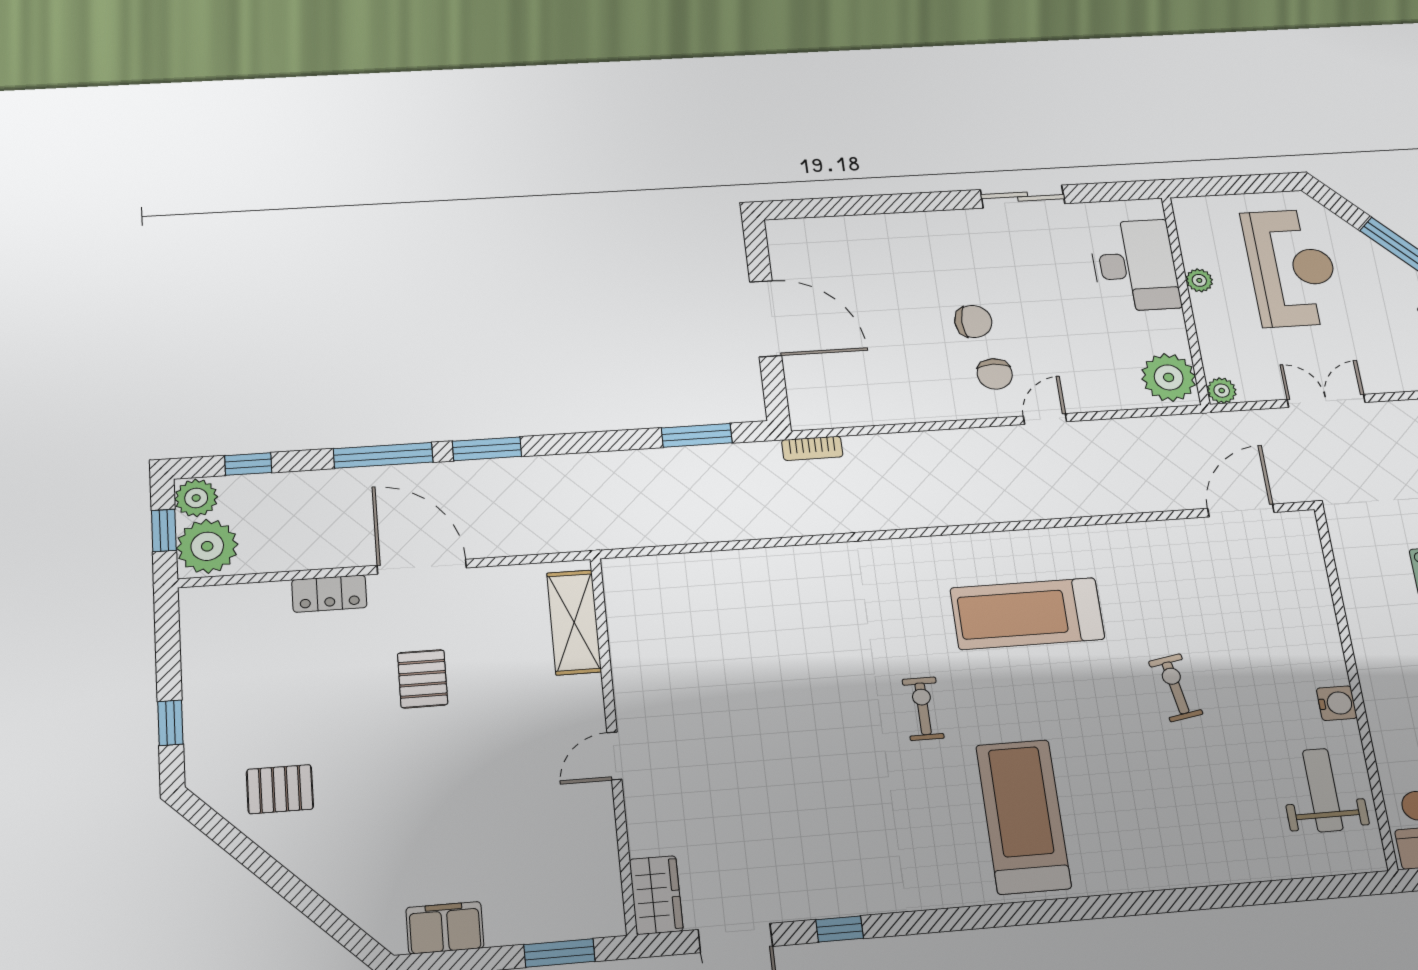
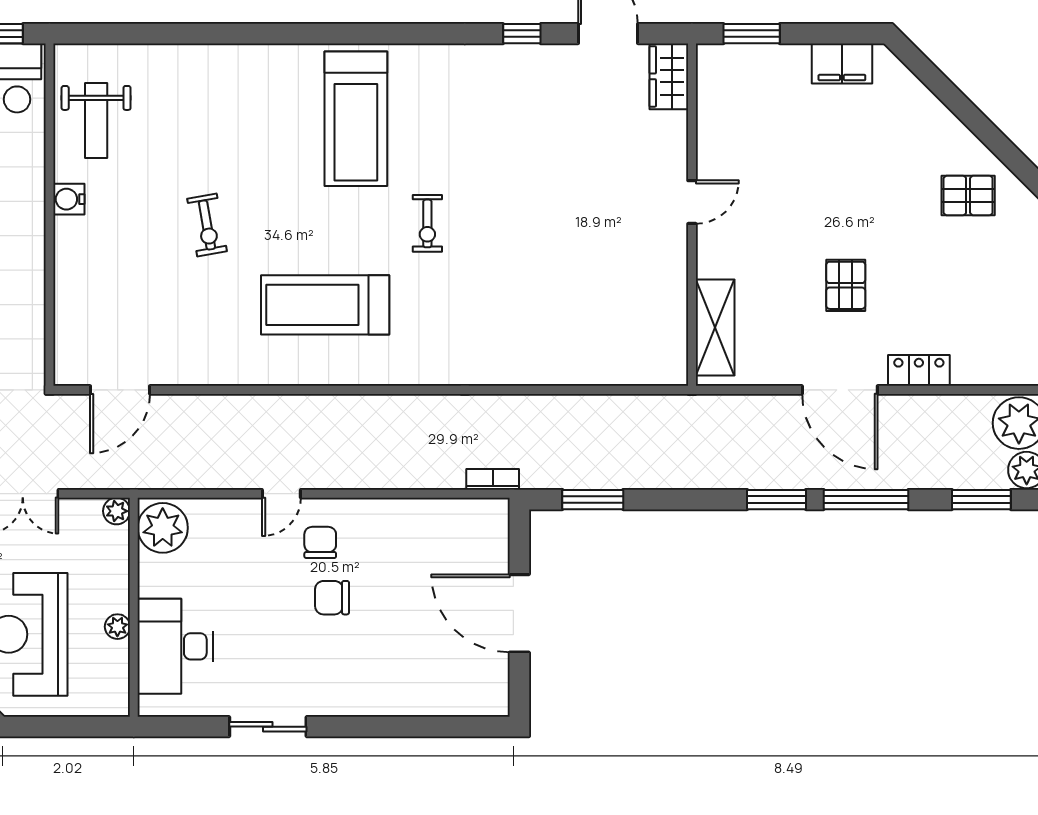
window: (248, 464) -> (981, 500), width x1.50
treadmill: (1027, 614) -> (325, 305), turned 180

